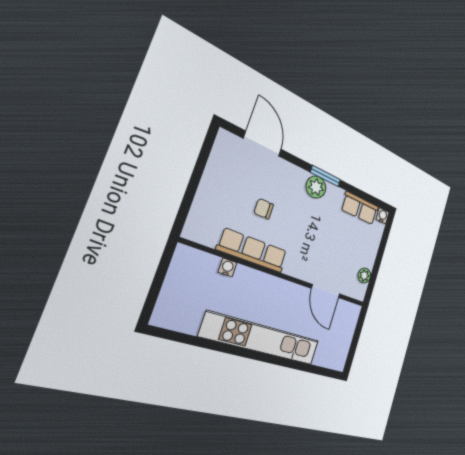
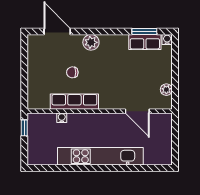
window: (326, 176) -> (144, 31), moved
plant: (316, 187) -> (91, 42), moved
window: (164, 264) -> (24, 128), added

